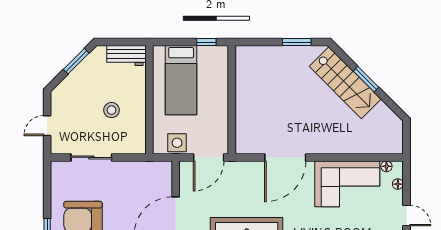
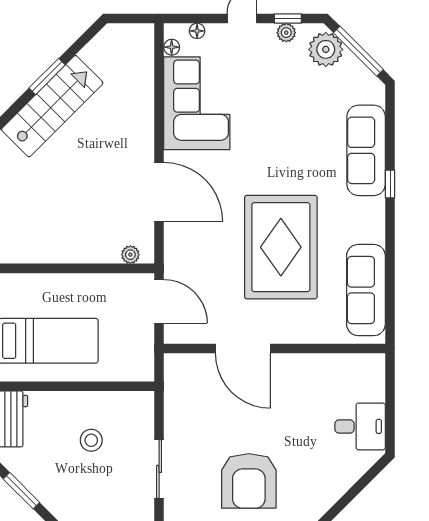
plant: (241, 137) -> (130, 255), added
side table: (177, 143) -> (138, 347), removed

